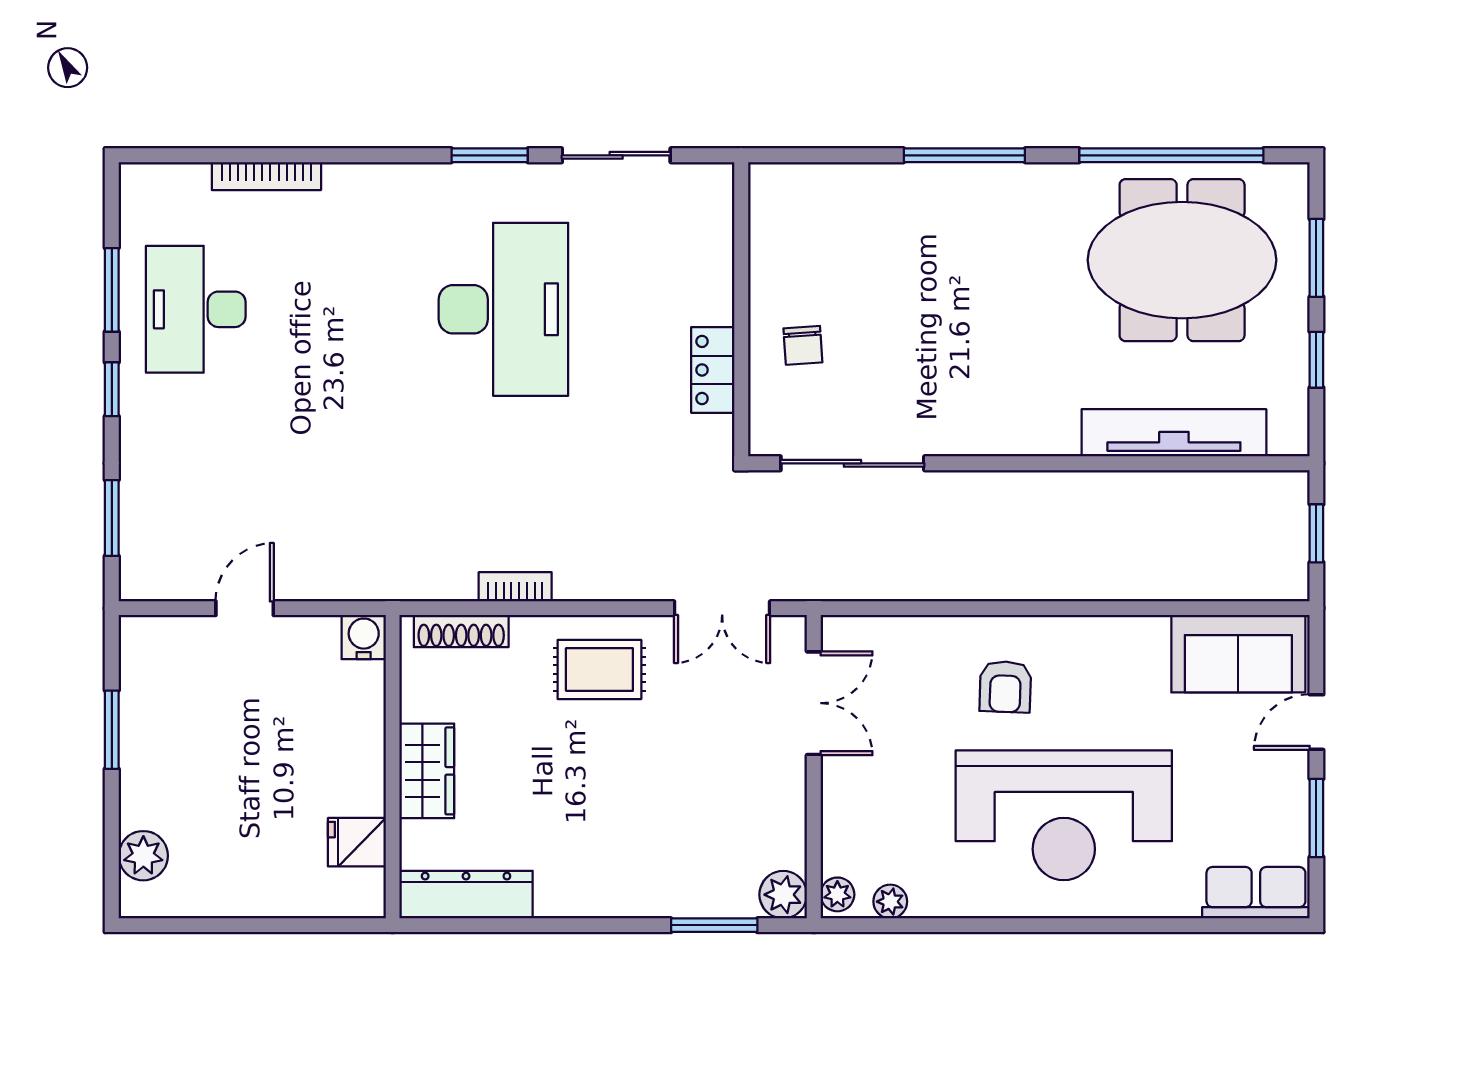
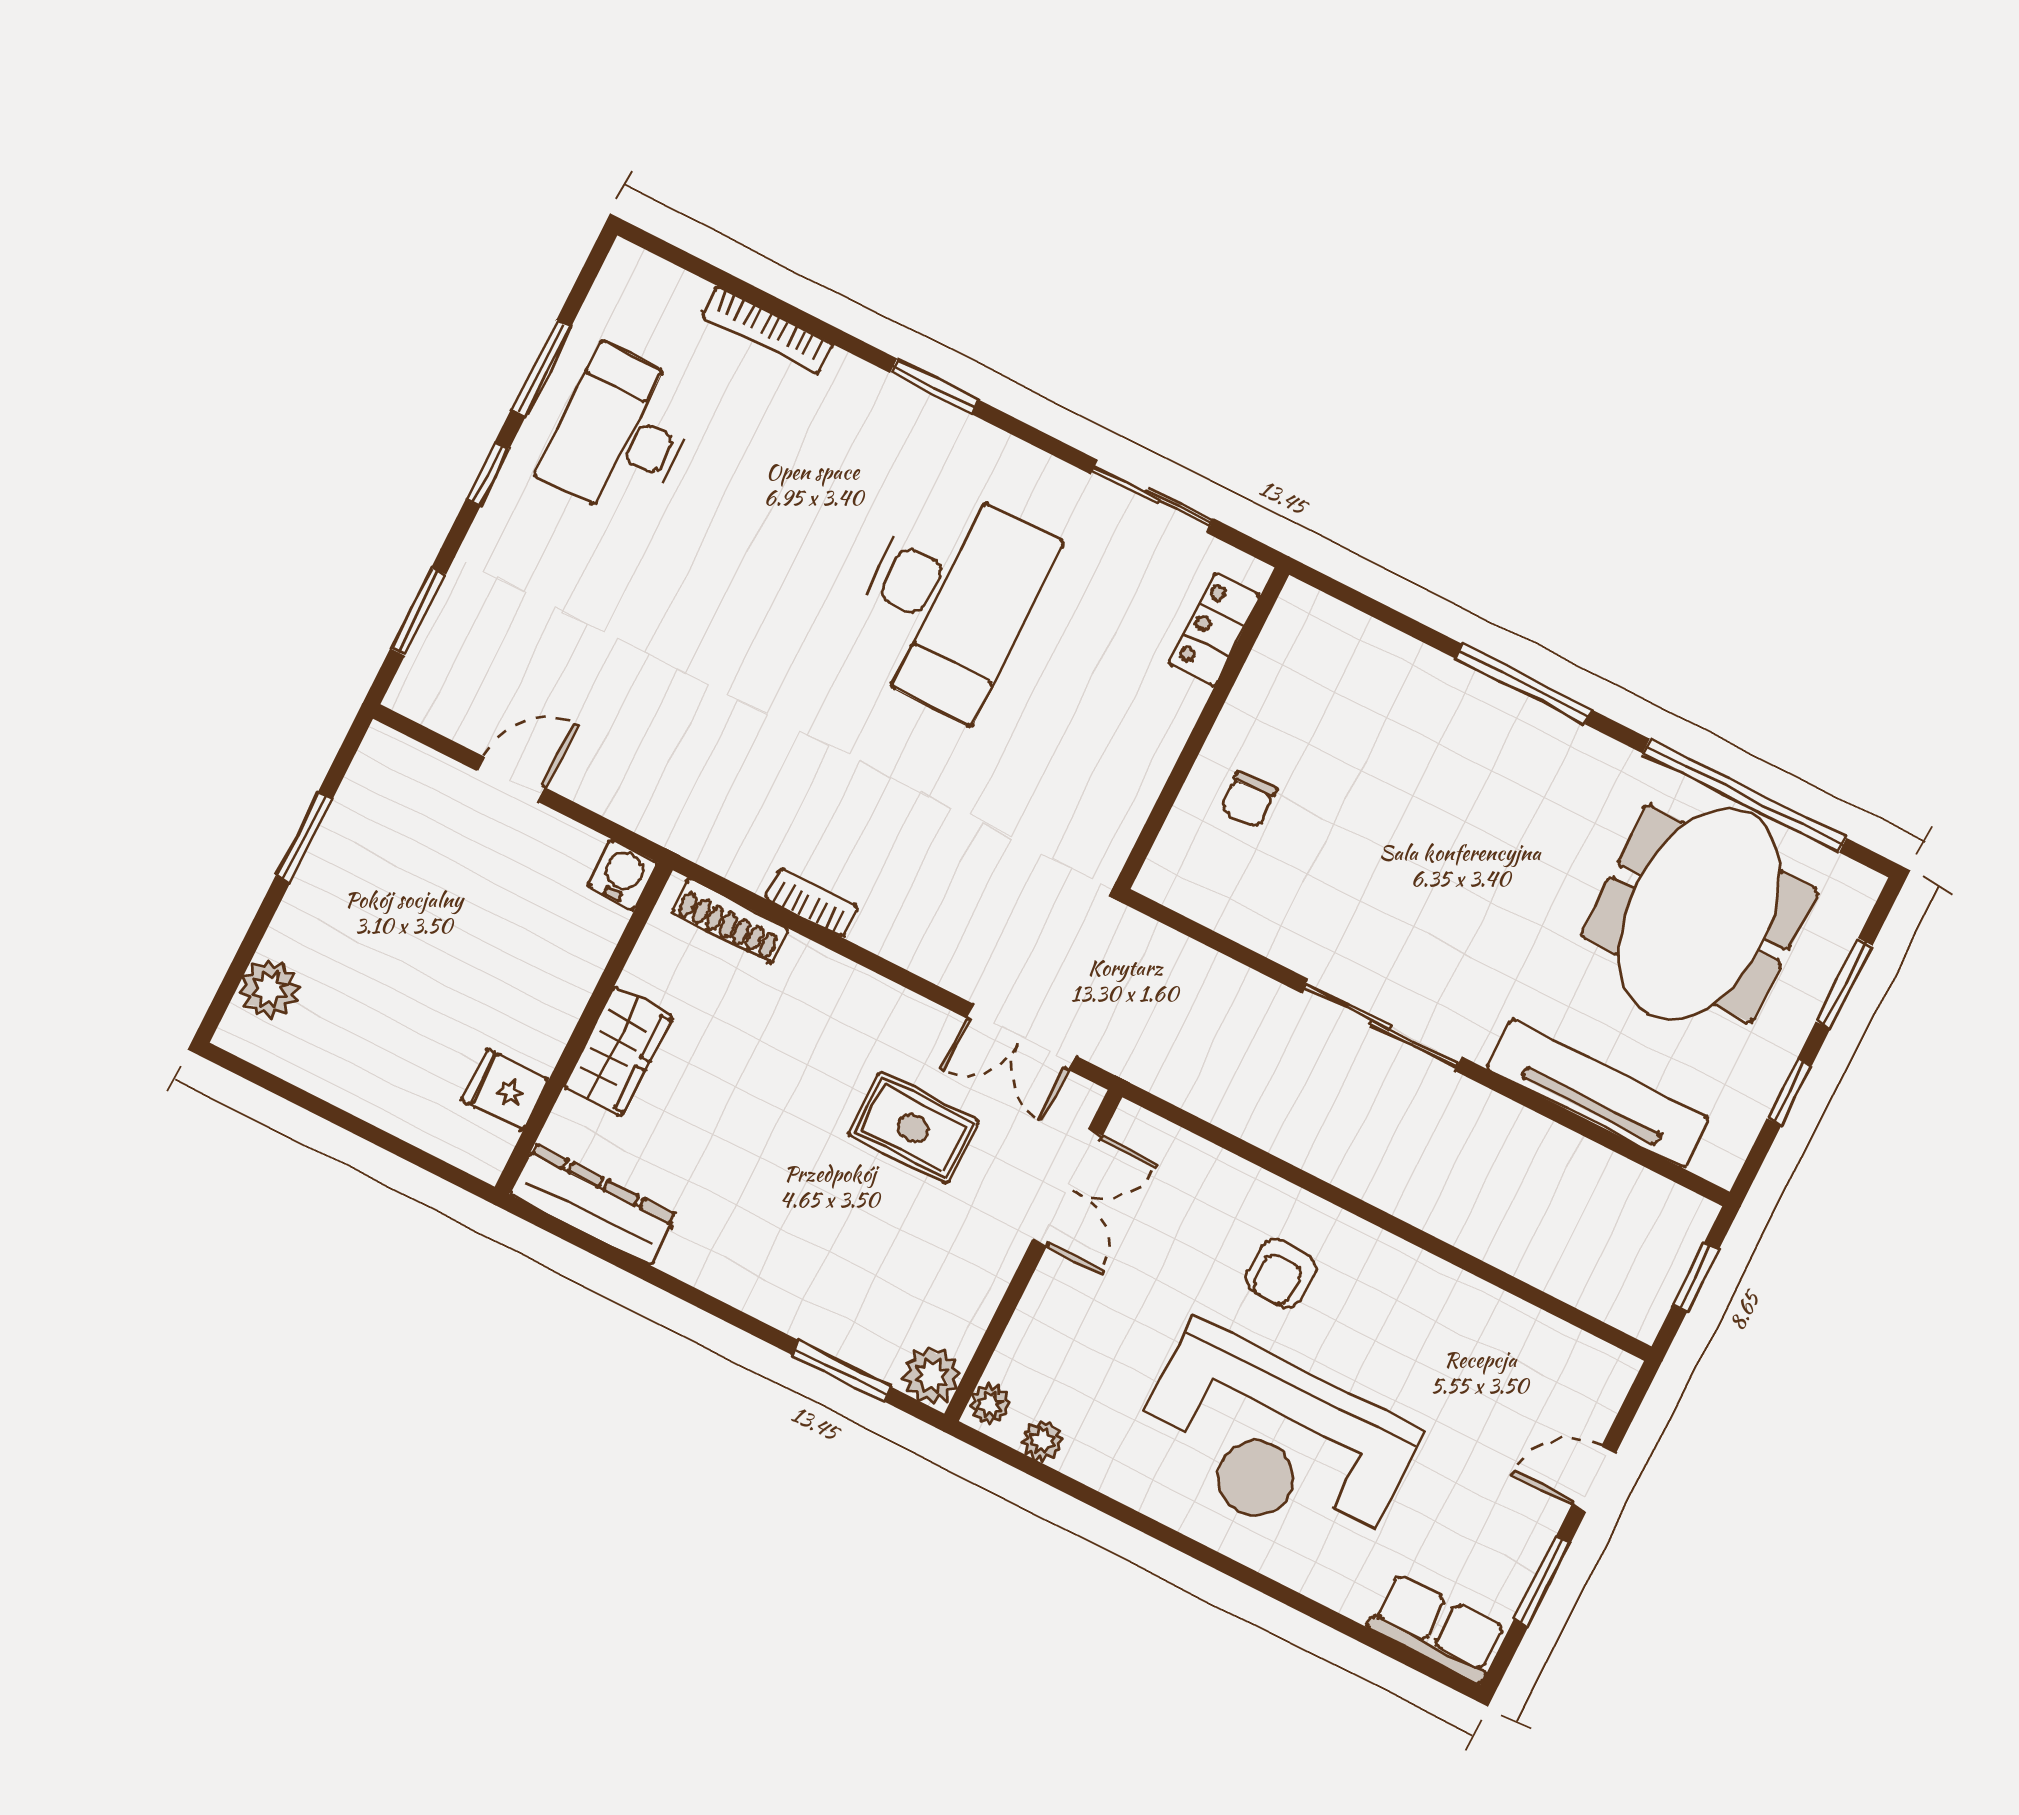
window: (490, 155) -> (934, 386), moved
meeting table: (1182, 260) -> (1699, 913), turned 90
locker: (713, 370) -> (1214, 629), moved
sliding door: (852, 463) -> (1381, 1025), moved
sofa: (1238, 654) -> (1547, 1364), removed
rug: (599, 669) -> (913, 1128), moved

